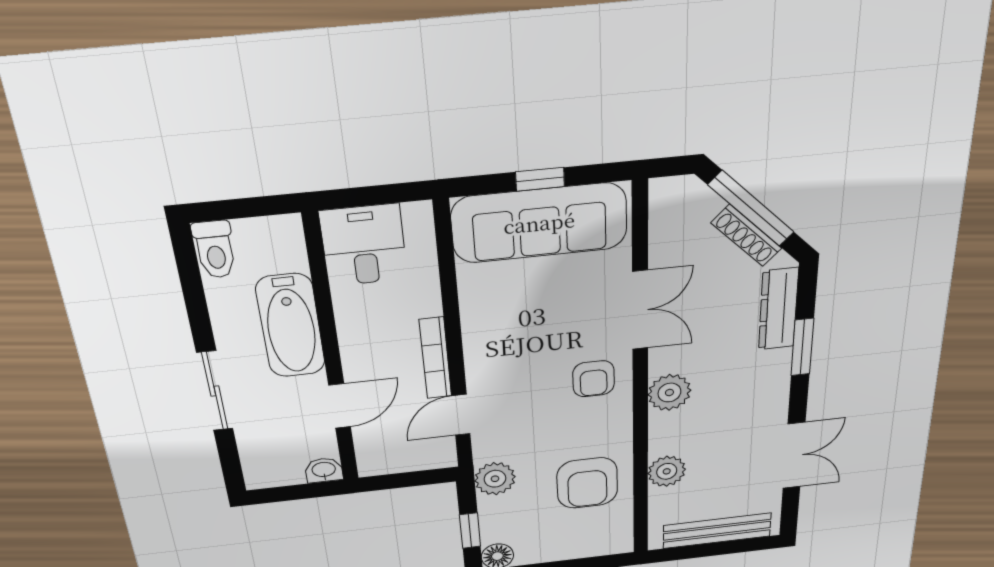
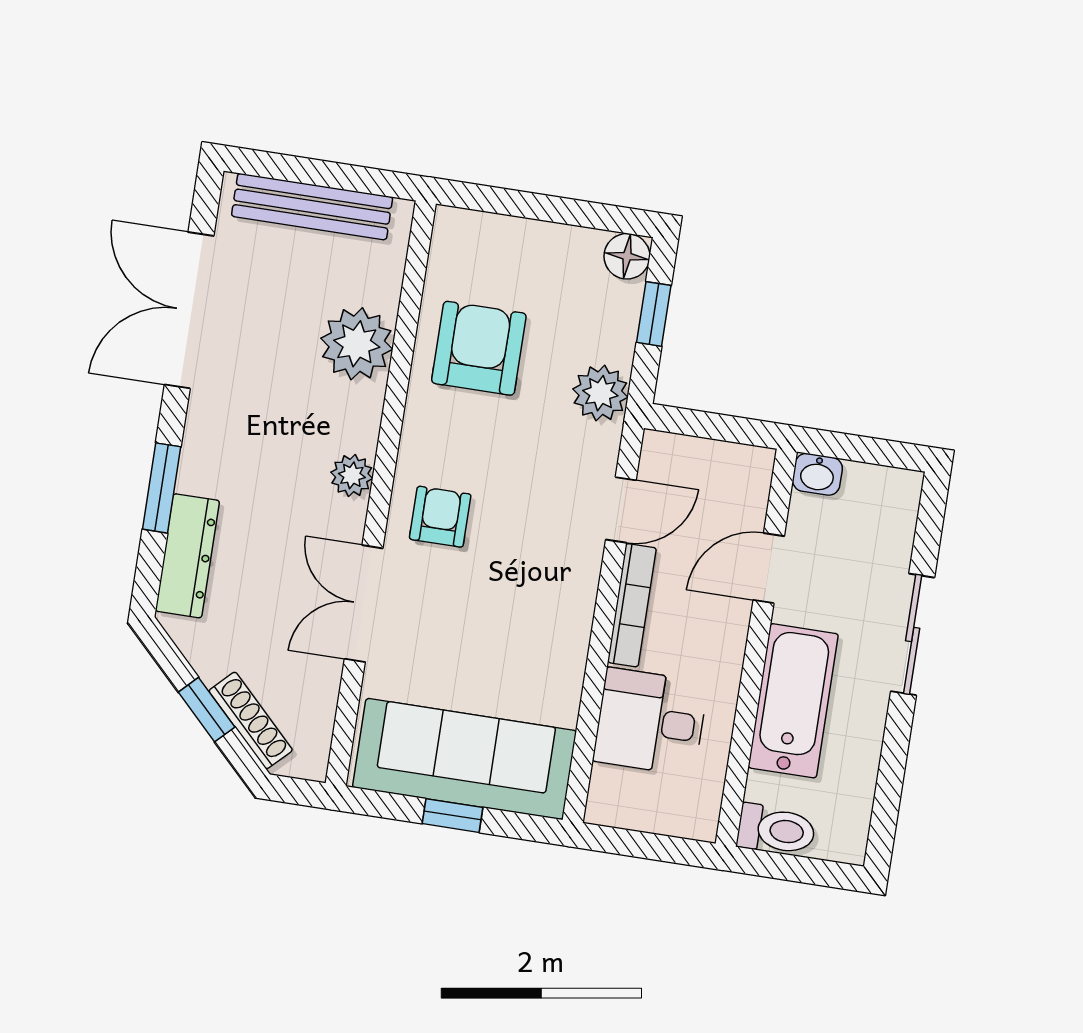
window: (751, 209) -> (207, 710), width x0.46
shoe rack: (746, 236) -> (251, 720), moved
desk: (364, 245) -> (651, 722), moved, turned 90
toilet: (215, 249) -> (776, 830), moved, turned 90
plant: (669, 393) -> (352, 475), width x0.73, depth x0.73
double door: (794, 455) -> (189, 310), width x1.37
plant: (667, 471) -> (357, 344), width x1.36, depth x1.36

